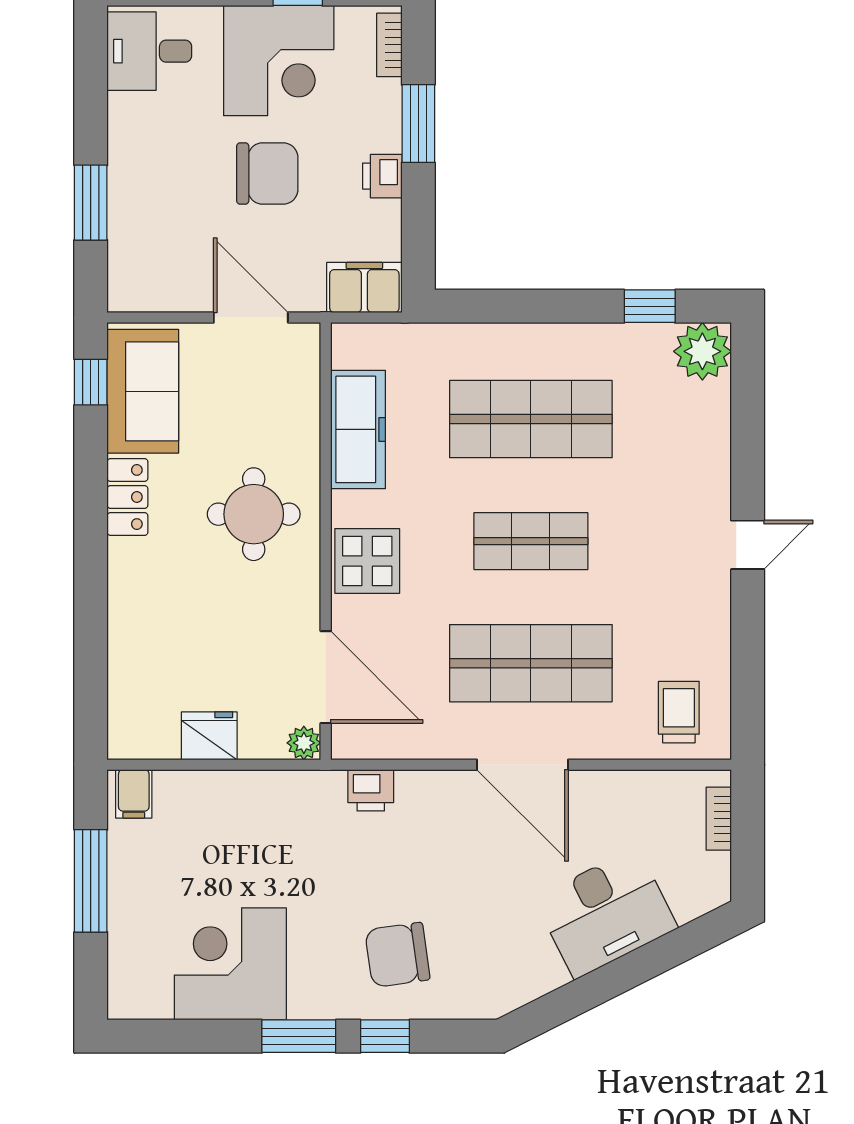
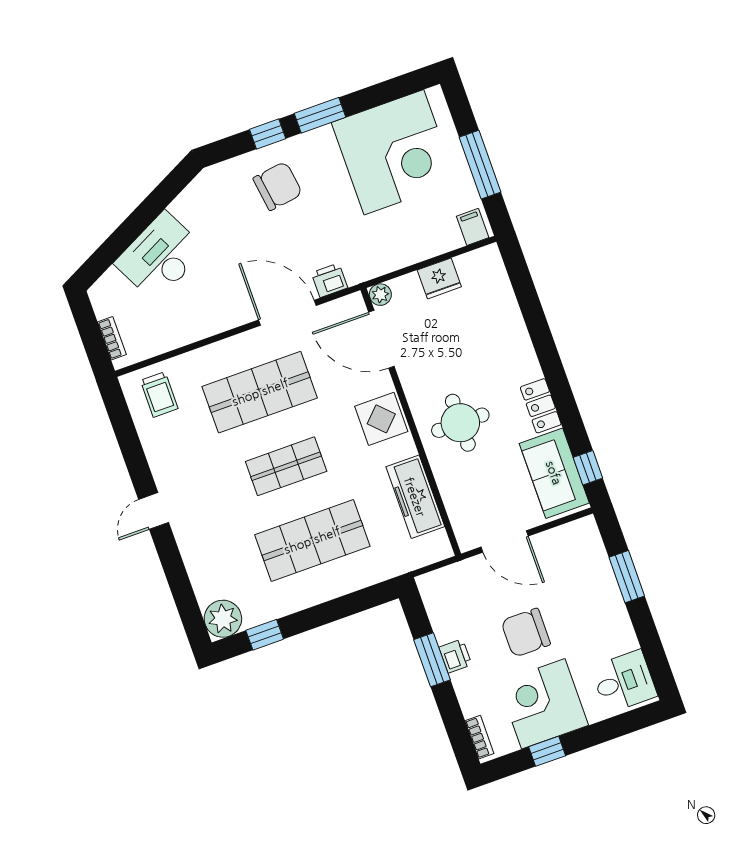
window: (418, 124) -> (432, 660), moved
filing cabinet: (364, 288) -> (442, 584), removed
door: (522, 765) -> (287, 313), moved
corner desk: (230, 964) -> (394, 152), width x1.36, depth x1.36

